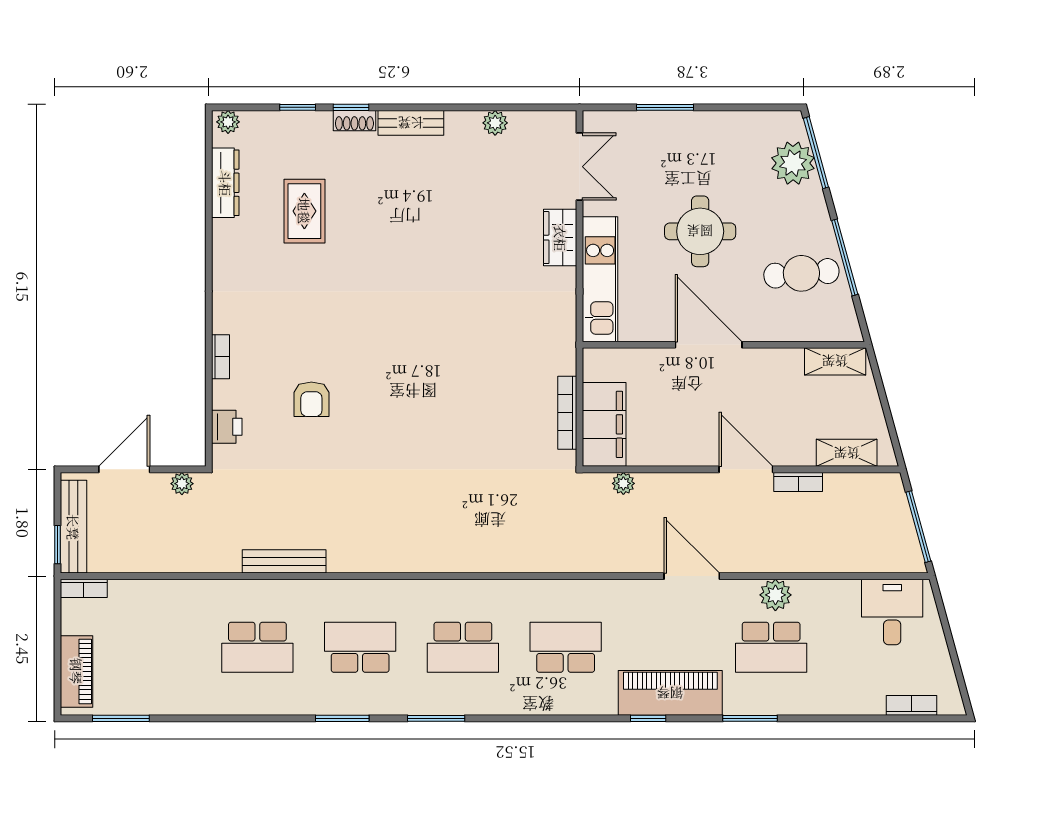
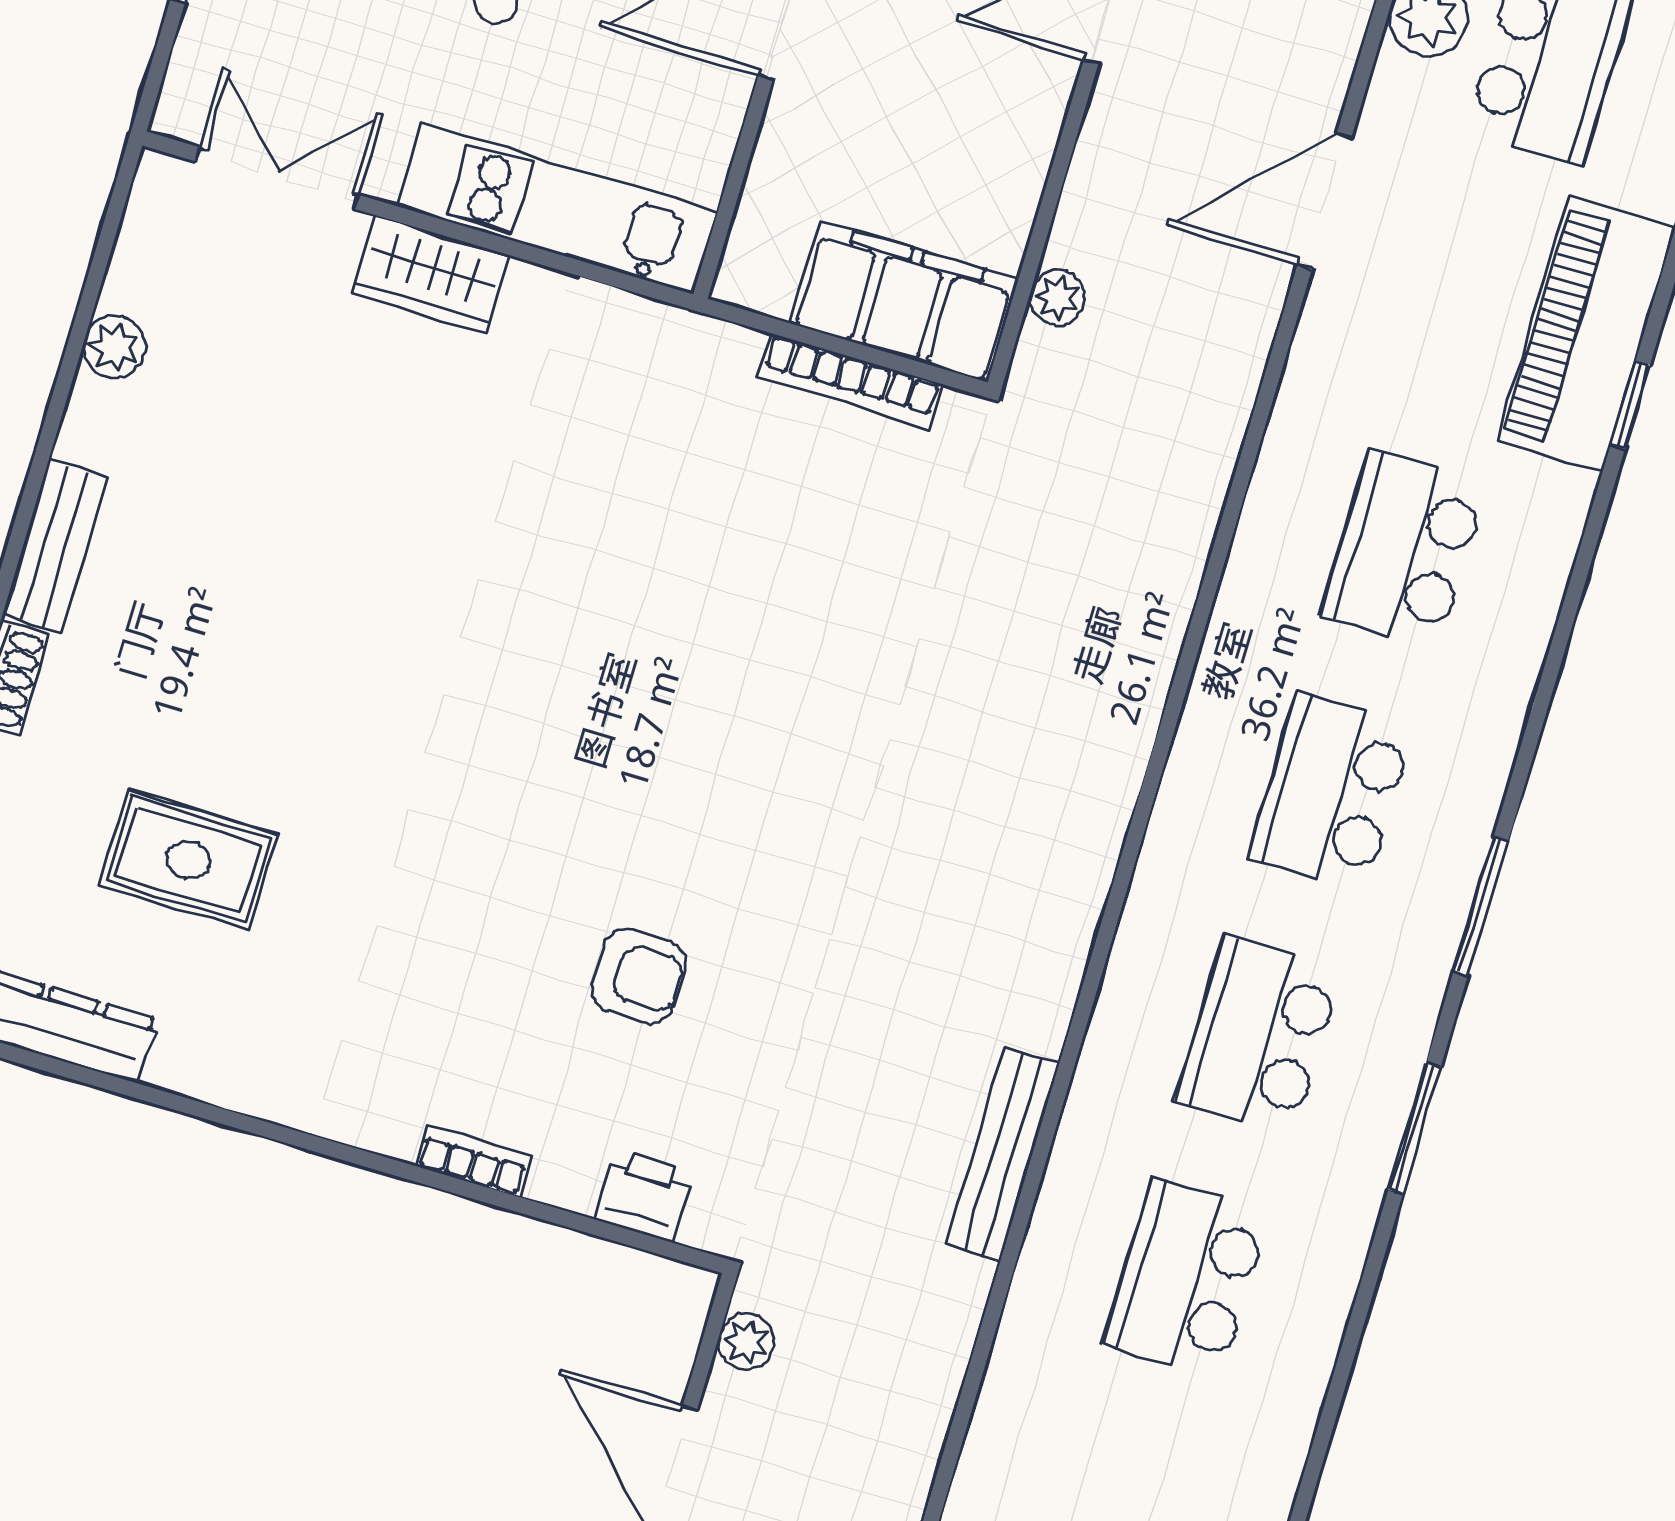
school desk: (257, 647) -> (1187, 1279), turned 180
school desk: (463, 647) -> (1331, 793), turned 180

